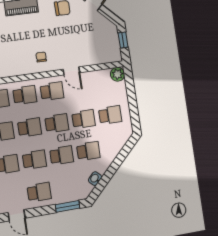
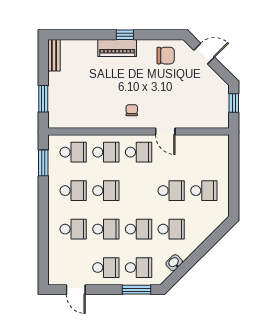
plant: (117, 74) -> (220, 143), removed
school desk: (57, 123) -> (139, 268), moved

